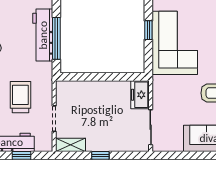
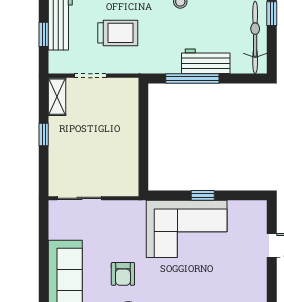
workbench: (43, 35) -> (206, 61), width x0.73
freezer: (140, 95) -> (121, 185), removed

